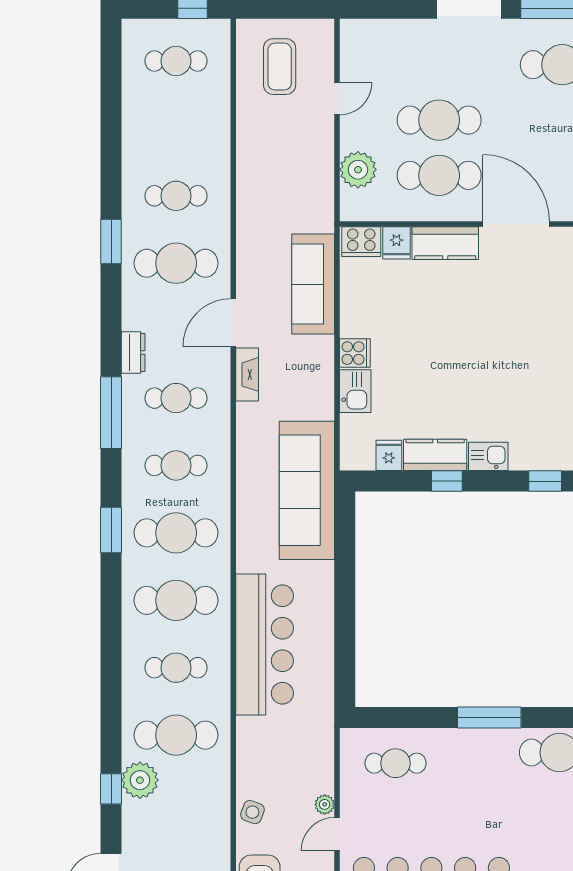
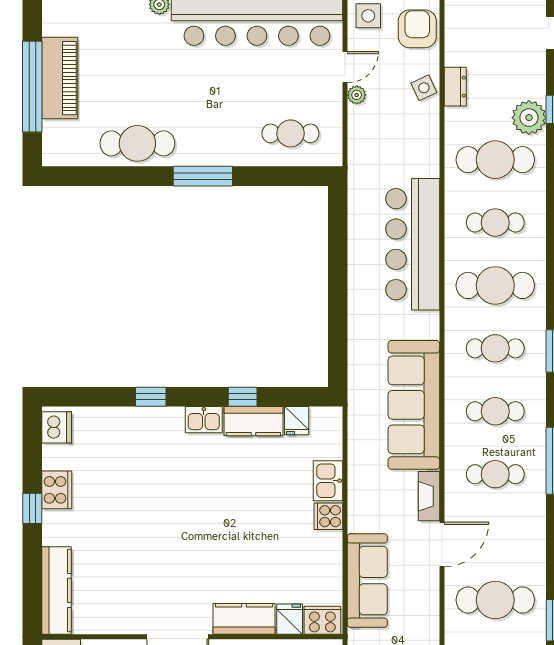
dresser: (133, 352) -> (455, 87), moved, turned 180
sofa: (307, 490) -> (414, 405), moved, turned 180
cafe table: (176, 533) -> (495, 348), width x0.73, depth x0.74
side table: (252, 812) -> (424, 88), turned 45

